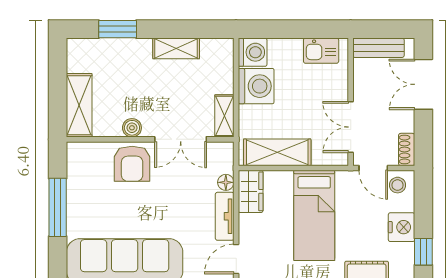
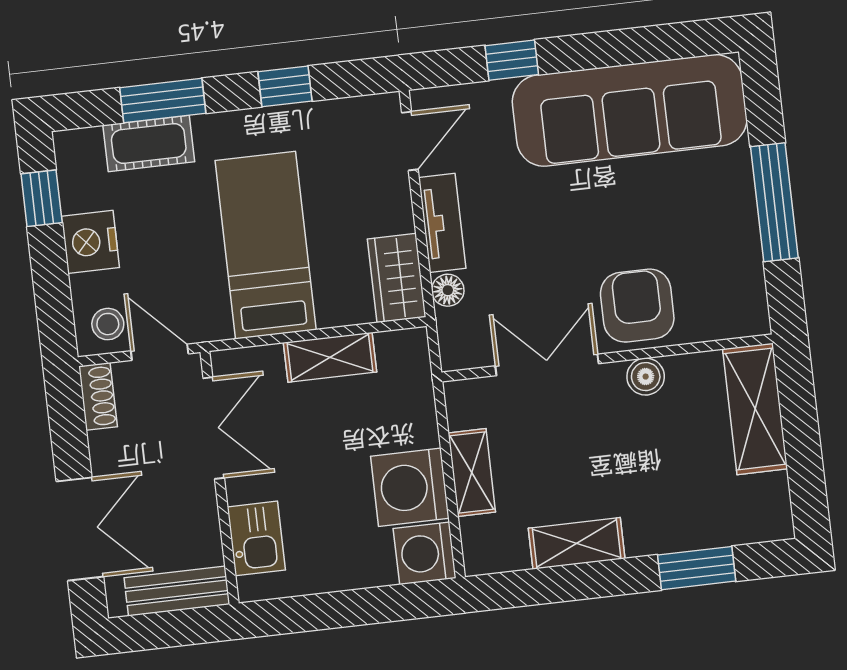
kitchen sink: (321, 51) -> (256, 538), moved, turned 90
shelving: (224, 116) -> (472, 473), moved
shelving: (277, 152) -> (330, 357), width x0.67, depth x0.75

